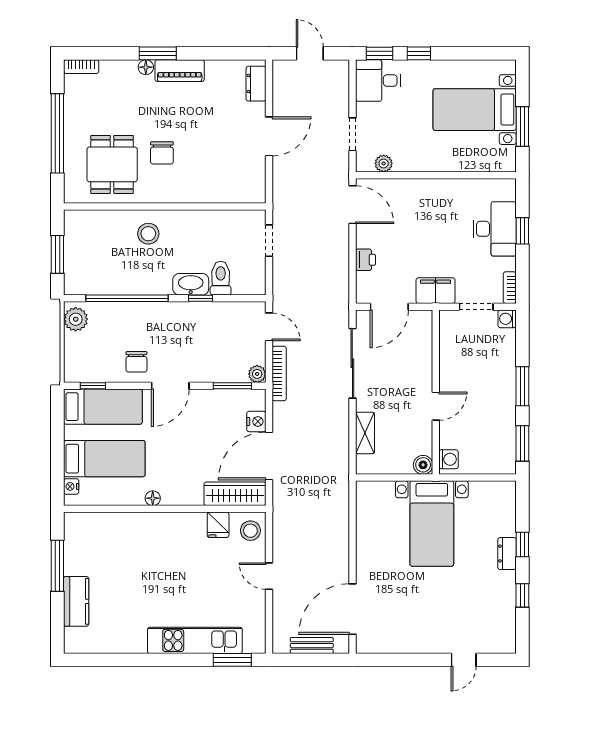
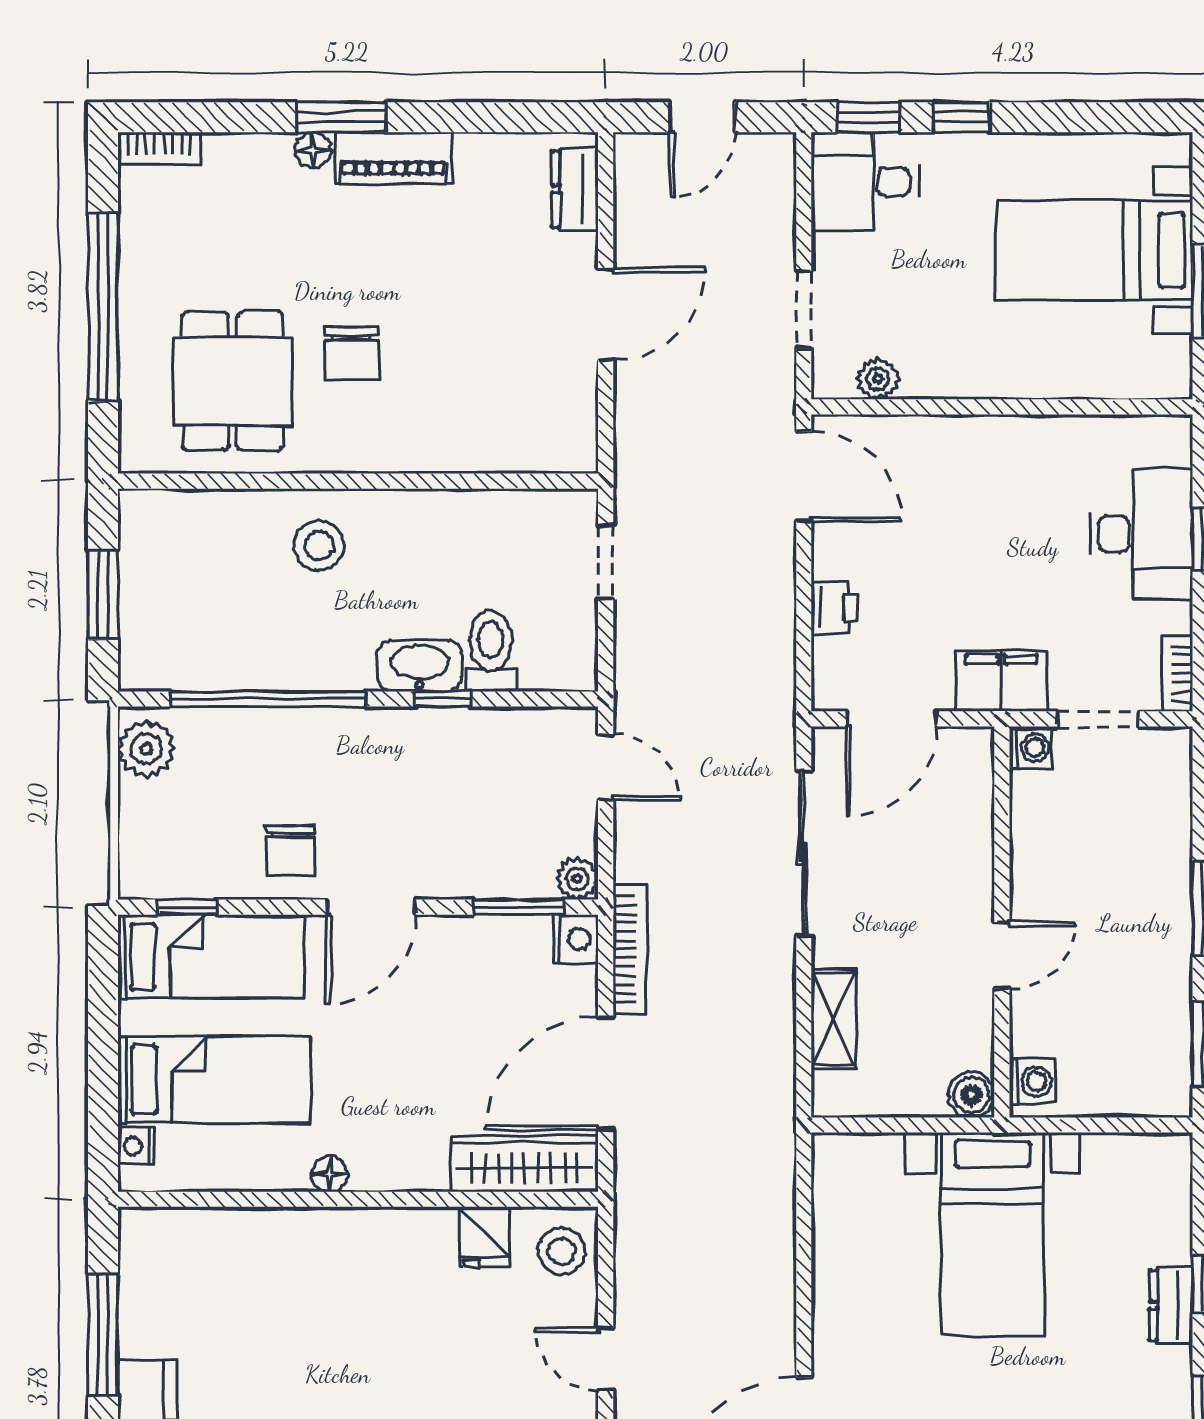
door: (310, 53) -> (702, 117), swing flipped
washing machine: (507, 319) -> (1031, 748), moved, turned 180
bookcase: (279, 374) -> (630, 949), moved
nightstand: (256, 421) -> (576, 939), moved

